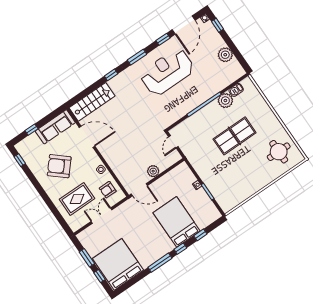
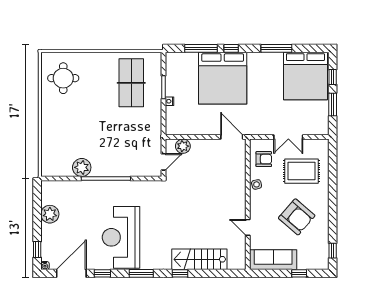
reception desk: (167, 72) -> (121, 237), turned 90
barbecue: (236, 90) -> (63, 171), removed
stairs: (92, 102) -> (199, 259), moved
table tennis table: (235, 136) -> (131, 83), moved, turned 90
door: (87, 137) -> (248, 227), width x0.53
plant: (153, 171) -> (183, 146), moved
bed: (177, 222) -> (223, 78), width x1.36
window: (200, 235) -> (201, 48), width x2.17
window: (160, 263) -> (276, 48), moved

